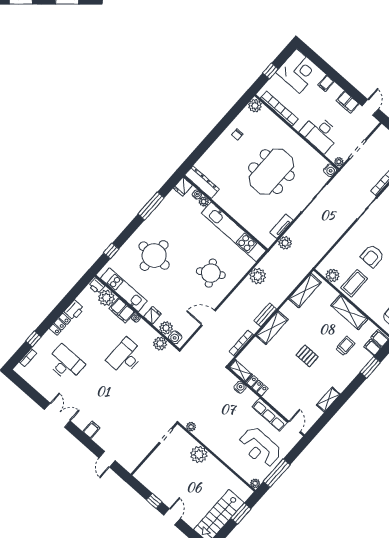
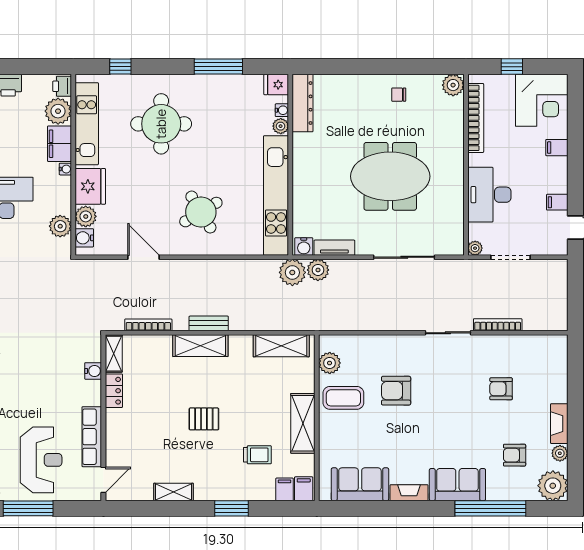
filing cabinet: (348, 102) -> (557, 202), width x0.50
water cooler: (330, 170) -> (304, 246), moved
plant: (258, 276) -> (292, 272), moved
fridge: (152, 315) -> (90, 186), width x1.88, depth x1.34
pallet: (307, 356) -> (204, 419), turned 90
window: (370, 367) -> (231, 508), moved
reception desk: (260, 447) -> (41, 460), turned 180

